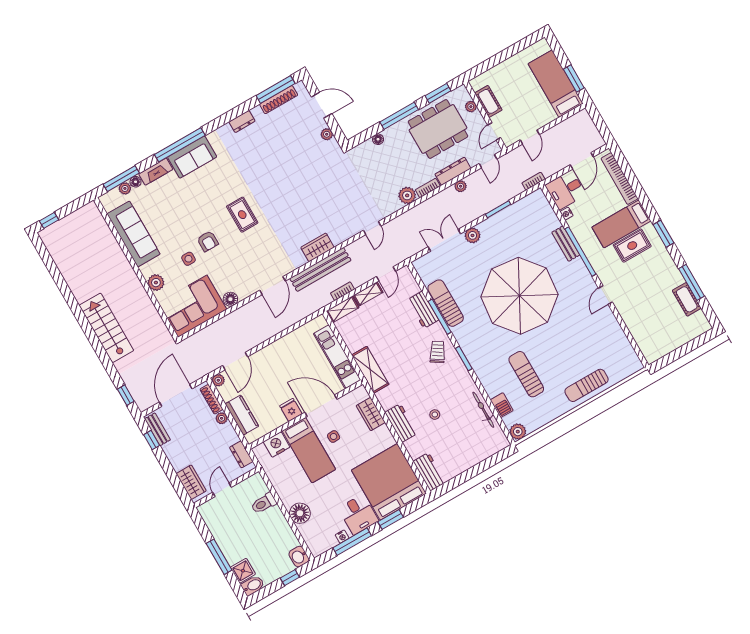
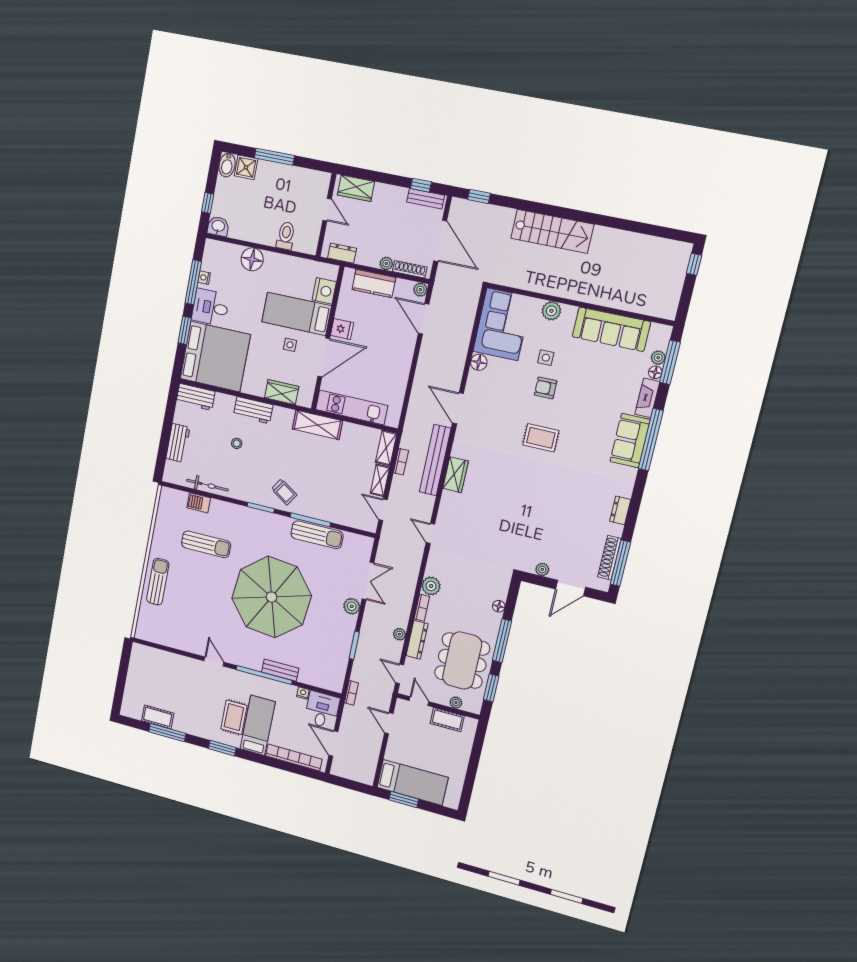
workbench: (423, 310) -> (178, 443), moved, turned 90
plant: (518, 432) -> (168, 496), removed

